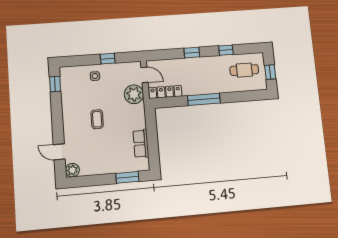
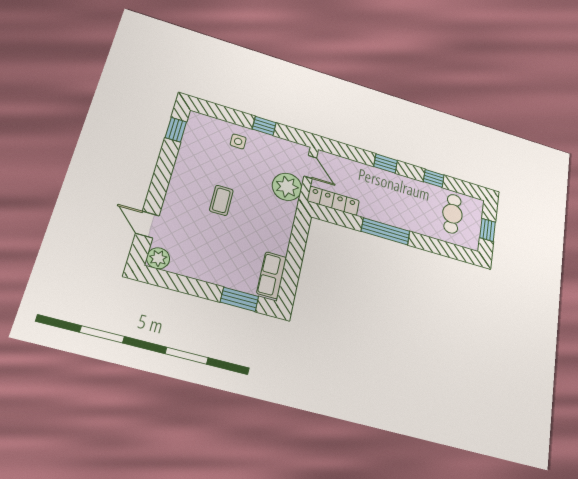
cafe table: (244, 70) -> (452, 214), turned 90
row of seats: (141, 144) -> (272, 275), moved

